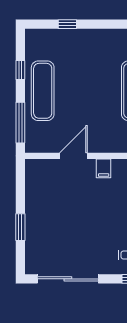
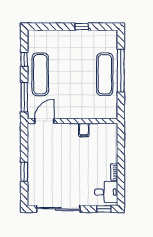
window: (67, 24) -> (82, 27), moved
door: (73, 156) -> (44, 121), moved

